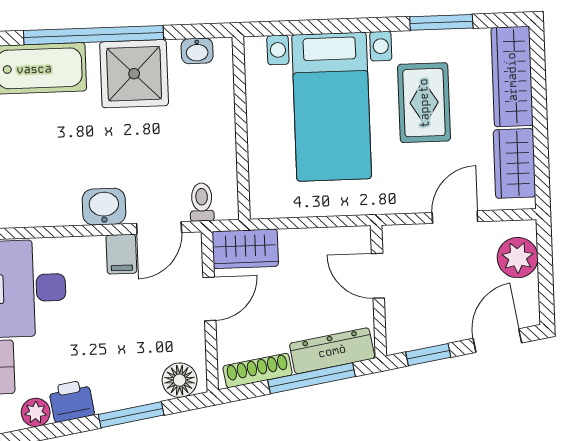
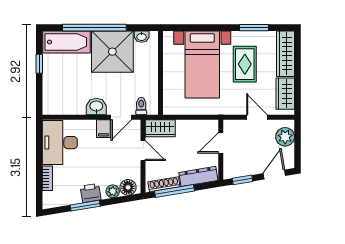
shower: (134, 74) -> (112, 52), width x1.37, depth x1.37
door: (455, 217) -> (257, 117), hinge flipped
door: (378, 276) -> (221, 143), hinge flipped
door: (209, 299) -> (143, 151), hinge flipped
window: (312, 378) -> (175, 191), moved
printer: (71, 401) -> (91, 193), moved
plant: (36, 412) -> (113, 191), moved
window: (131, 415) -> (85, 206), moved

